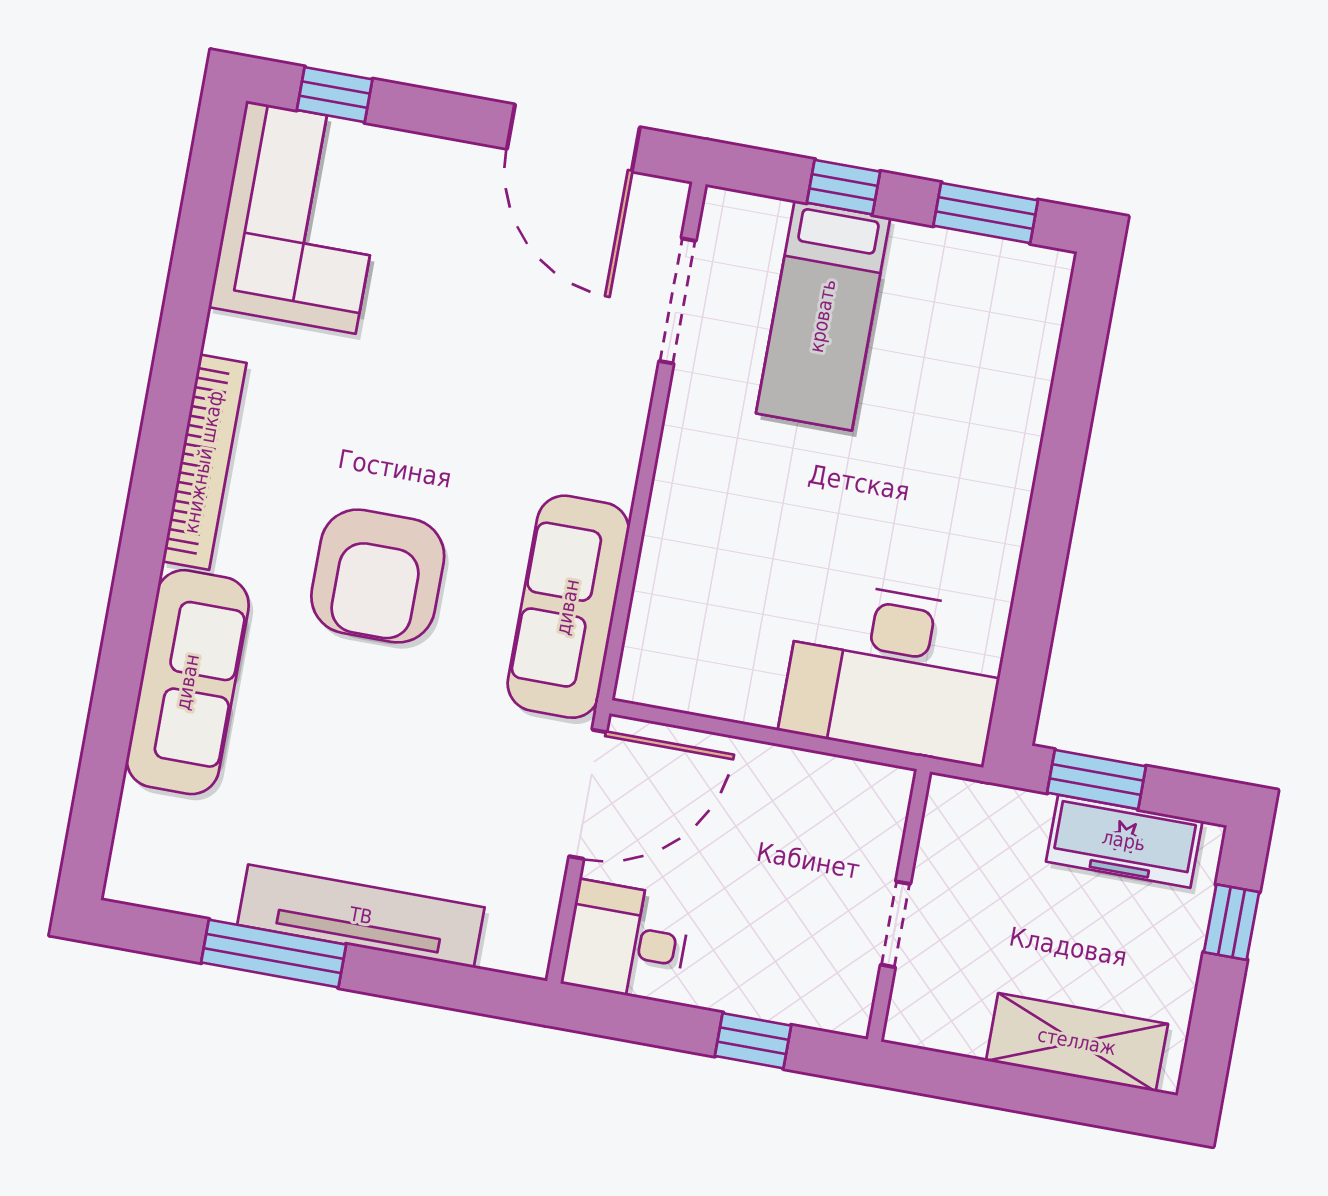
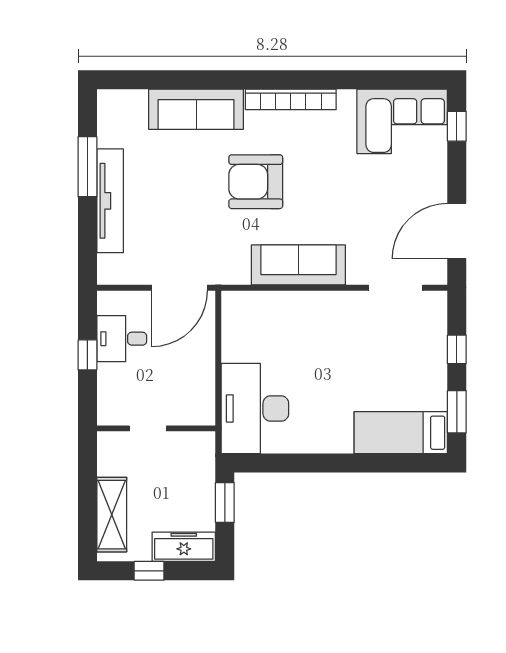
bed: (823, 316) -> (401, 433), moved
sofa: (568, 607) -> (298, 265), moved
door: (588, 794) -> (179, 288), hinge flipped
freezer: (1124, 841) -> (184, 547), moved, turned 90
window: (1231, 922) -> (149, 571), moved
desk: (626, 941) -> (122, 339), moved, turned -90
window: (753, 1041) -> (87, 355), moved

